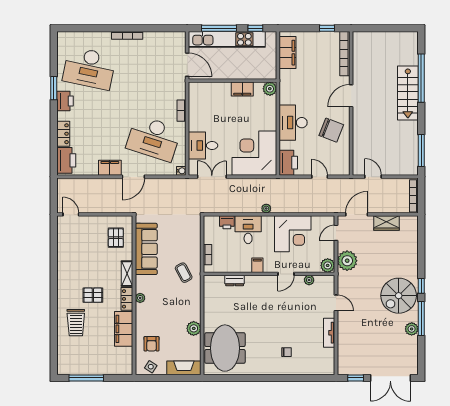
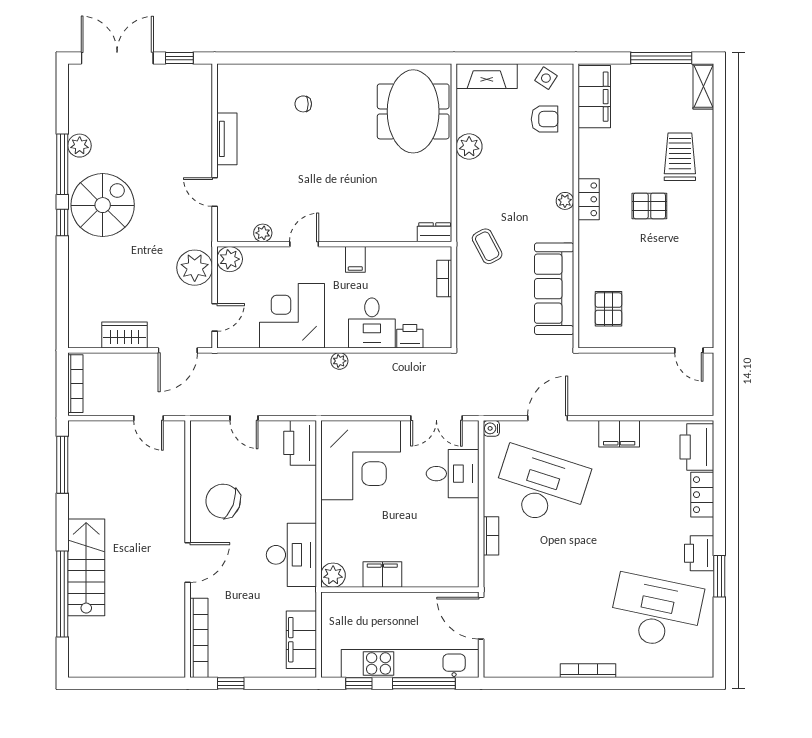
desk: (293, 123) -> (291, 555), moved
door: (133, 177) -> (548, 418), moved
shelving: (127, 274) -> (703, 86), moved
dresser: (235, 280) -> (435, 232), moved
filing cabinet: (124, 329) -> (594, 97), moved
armchair: (152, 344) -> (545, 119), turned 90

